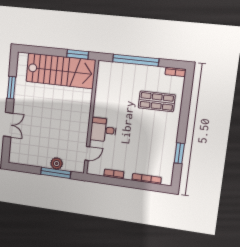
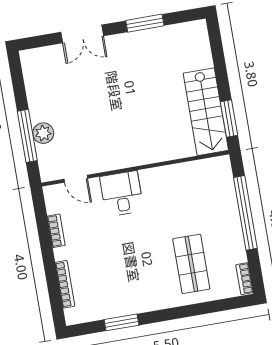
stairs: (61, 71) -> (206, 112), width x0.73, depth x0.66

